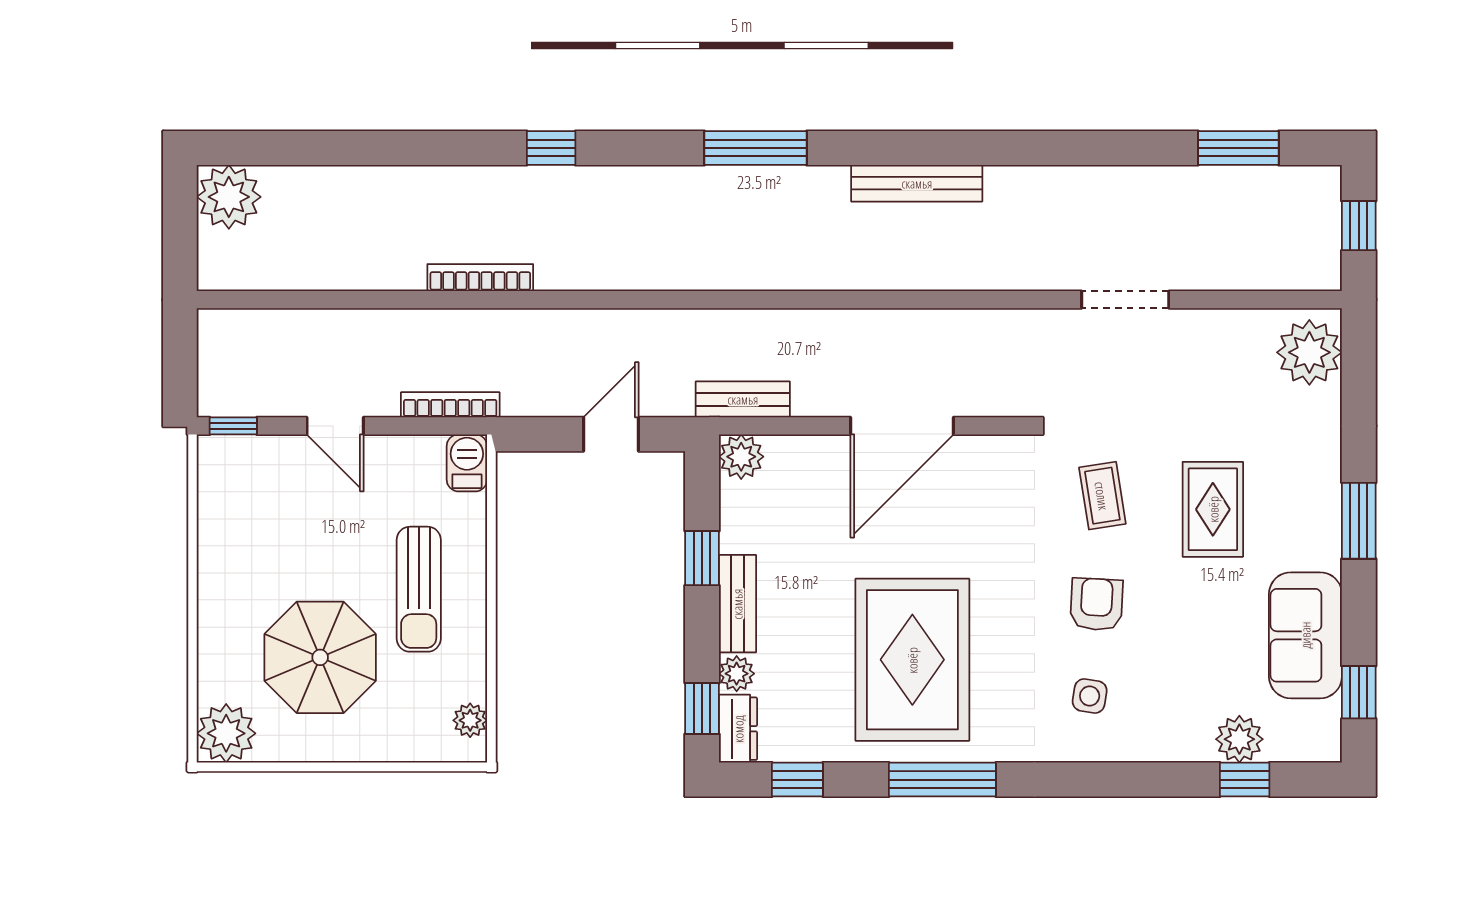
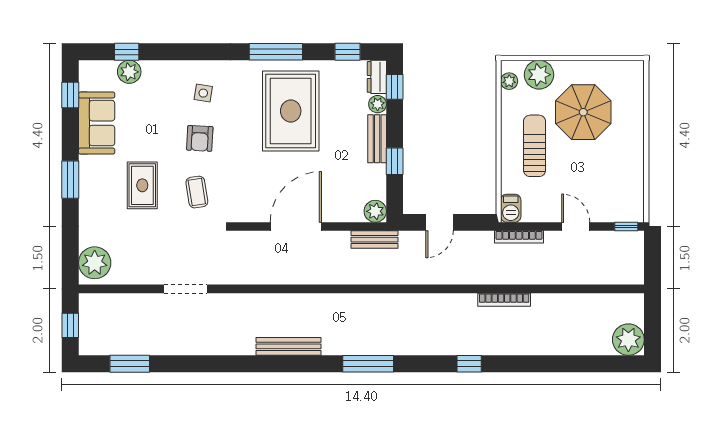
plant: (226, 733) -> (539, 75), moved

